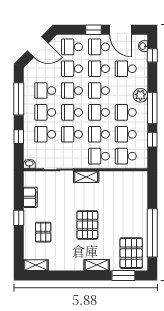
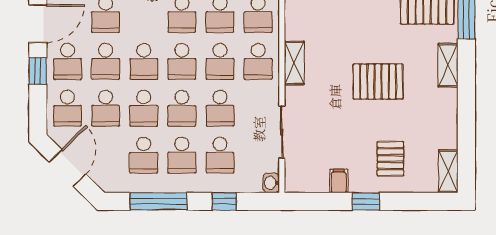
shelving: (86, 177) -> (294, 63), moved
filing cabinet: (30, 197) -> (339, 181), width x0.50
pallet: (43, 232) -> (390, 159), turned 90

